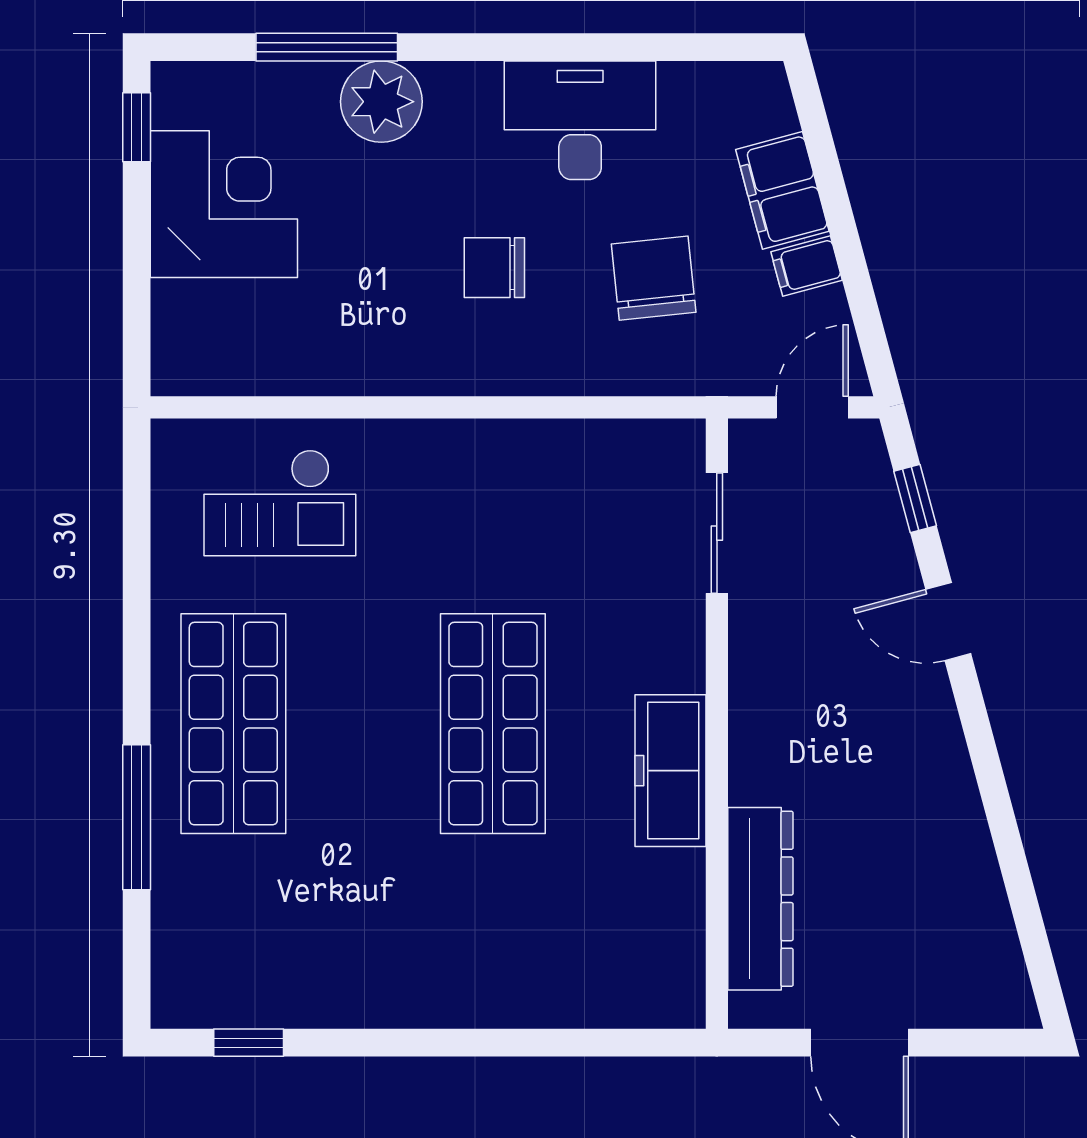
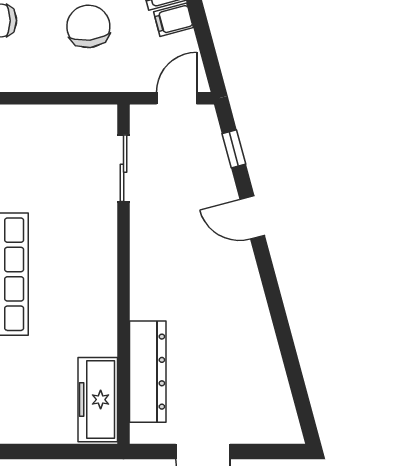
freezer: (670, 771) -> (98, 400), moved

